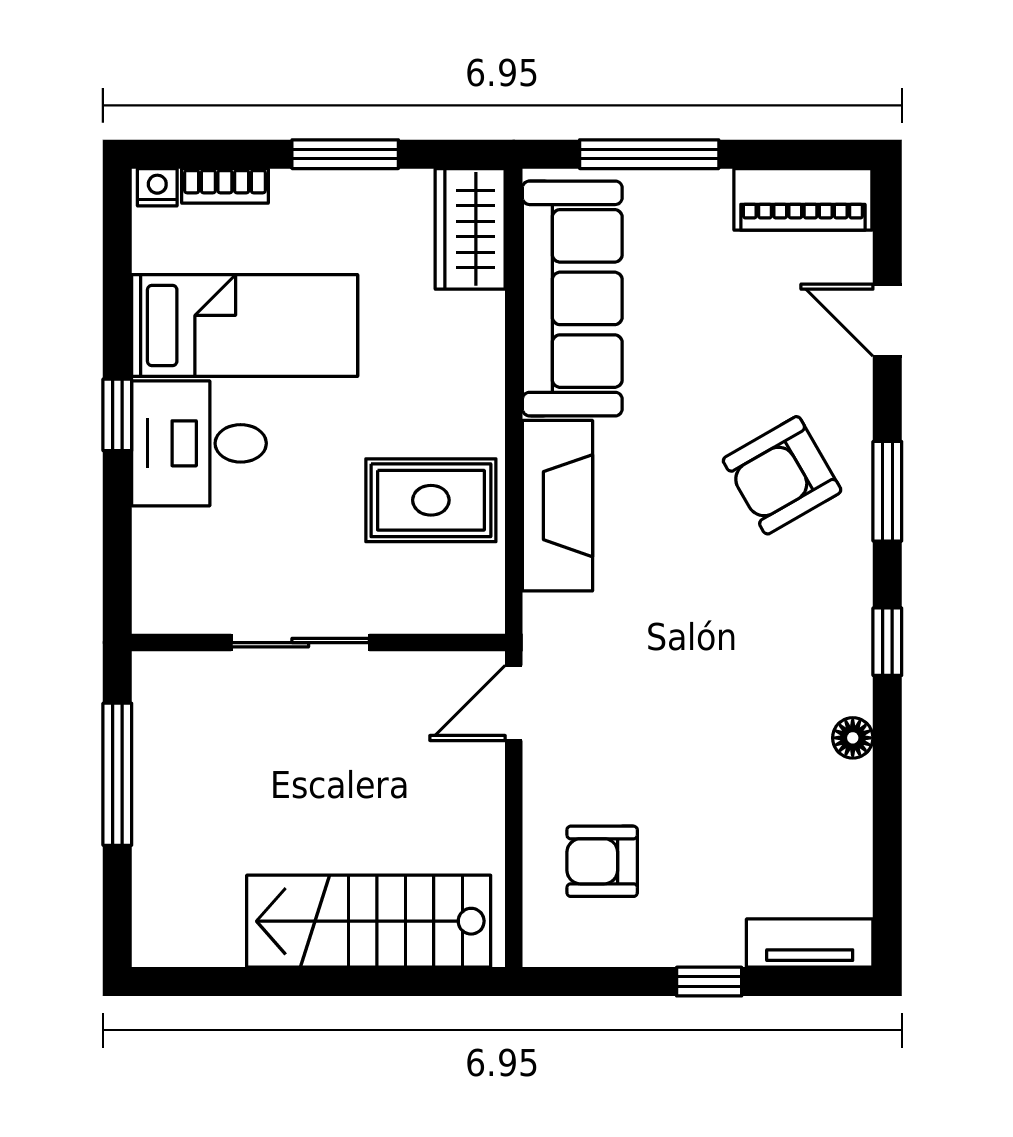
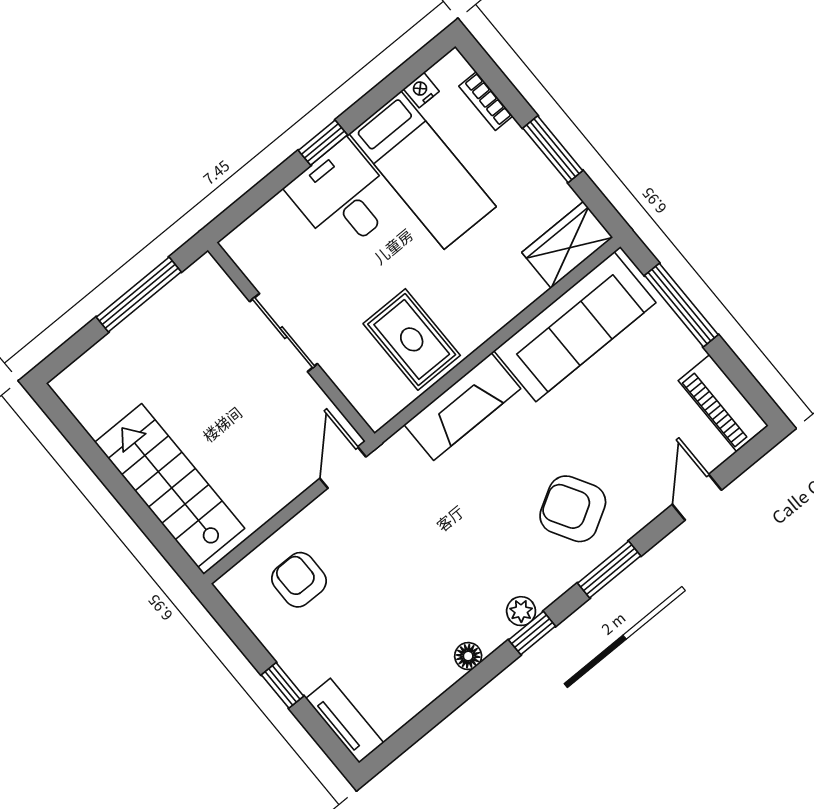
nightstand: (157, 187) -> (421, 90), moved, turned -90
plant: (851, 633) -> (521, 611), added
door: (514, 703) -> (343, 468), hinge flipped

